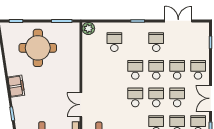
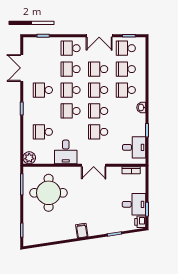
round table: (38, 48) -> (49, 193), moved
desk: (94, 65) -> (66, 152), added
filing cabinet: (16, 86) -> (82, 231), width x0.50
school desk: (114, 97) -> (98, 132), added
double door: (81, 105) -> (94, 165), moved

